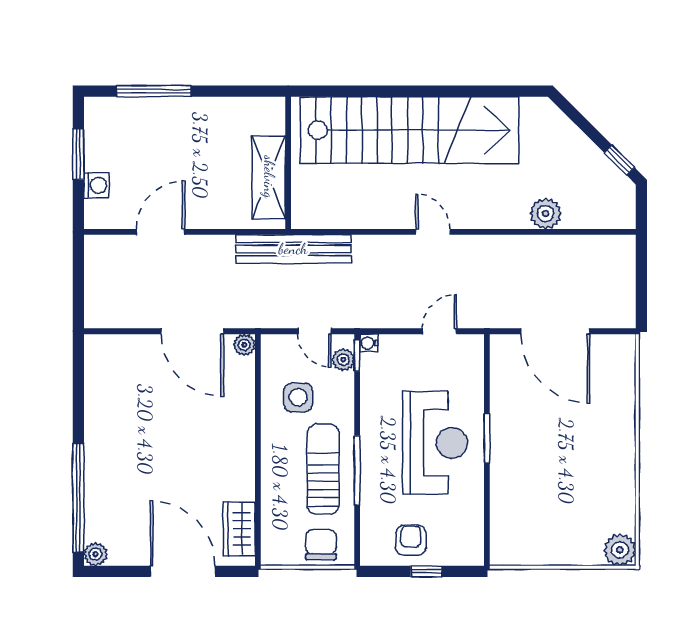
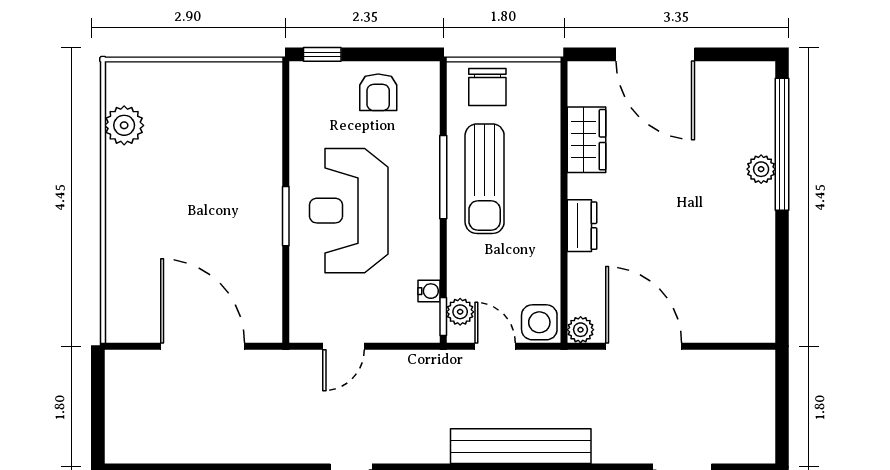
water cooler: (369, 343) -> (429, 291), moved
side table: (298, 397) -> (539, 322), moved
dresser: (243, 430) -> (582, 226), added
wardrobe: (239, 529) -> (586, 140), moved
plant: (620, 550) -> (124, 125), moved
plant: (96, 554) -> (761, 169), moved
window: (426, 571) -> (322, 54), moved

